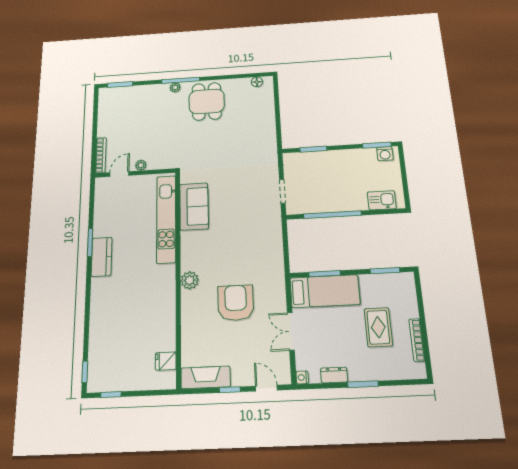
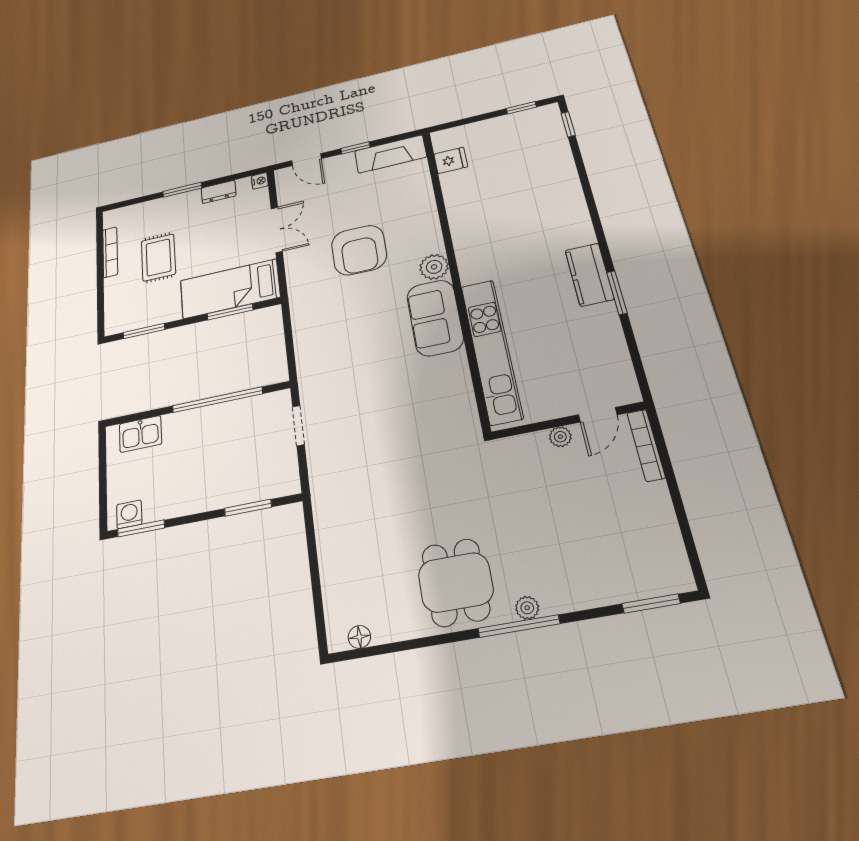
sofa: (194, 206) -> (435, 318), moved

